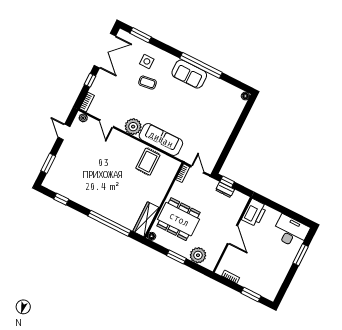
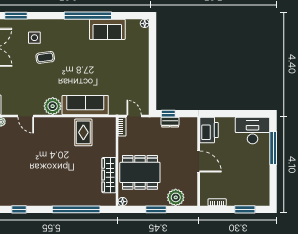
sofa: (189, 74) -> (107, 29), moved
wardrobe: (146, 219) -> (109, 175), moved
window: (301, 255) -> (273, 148), width x1.44

